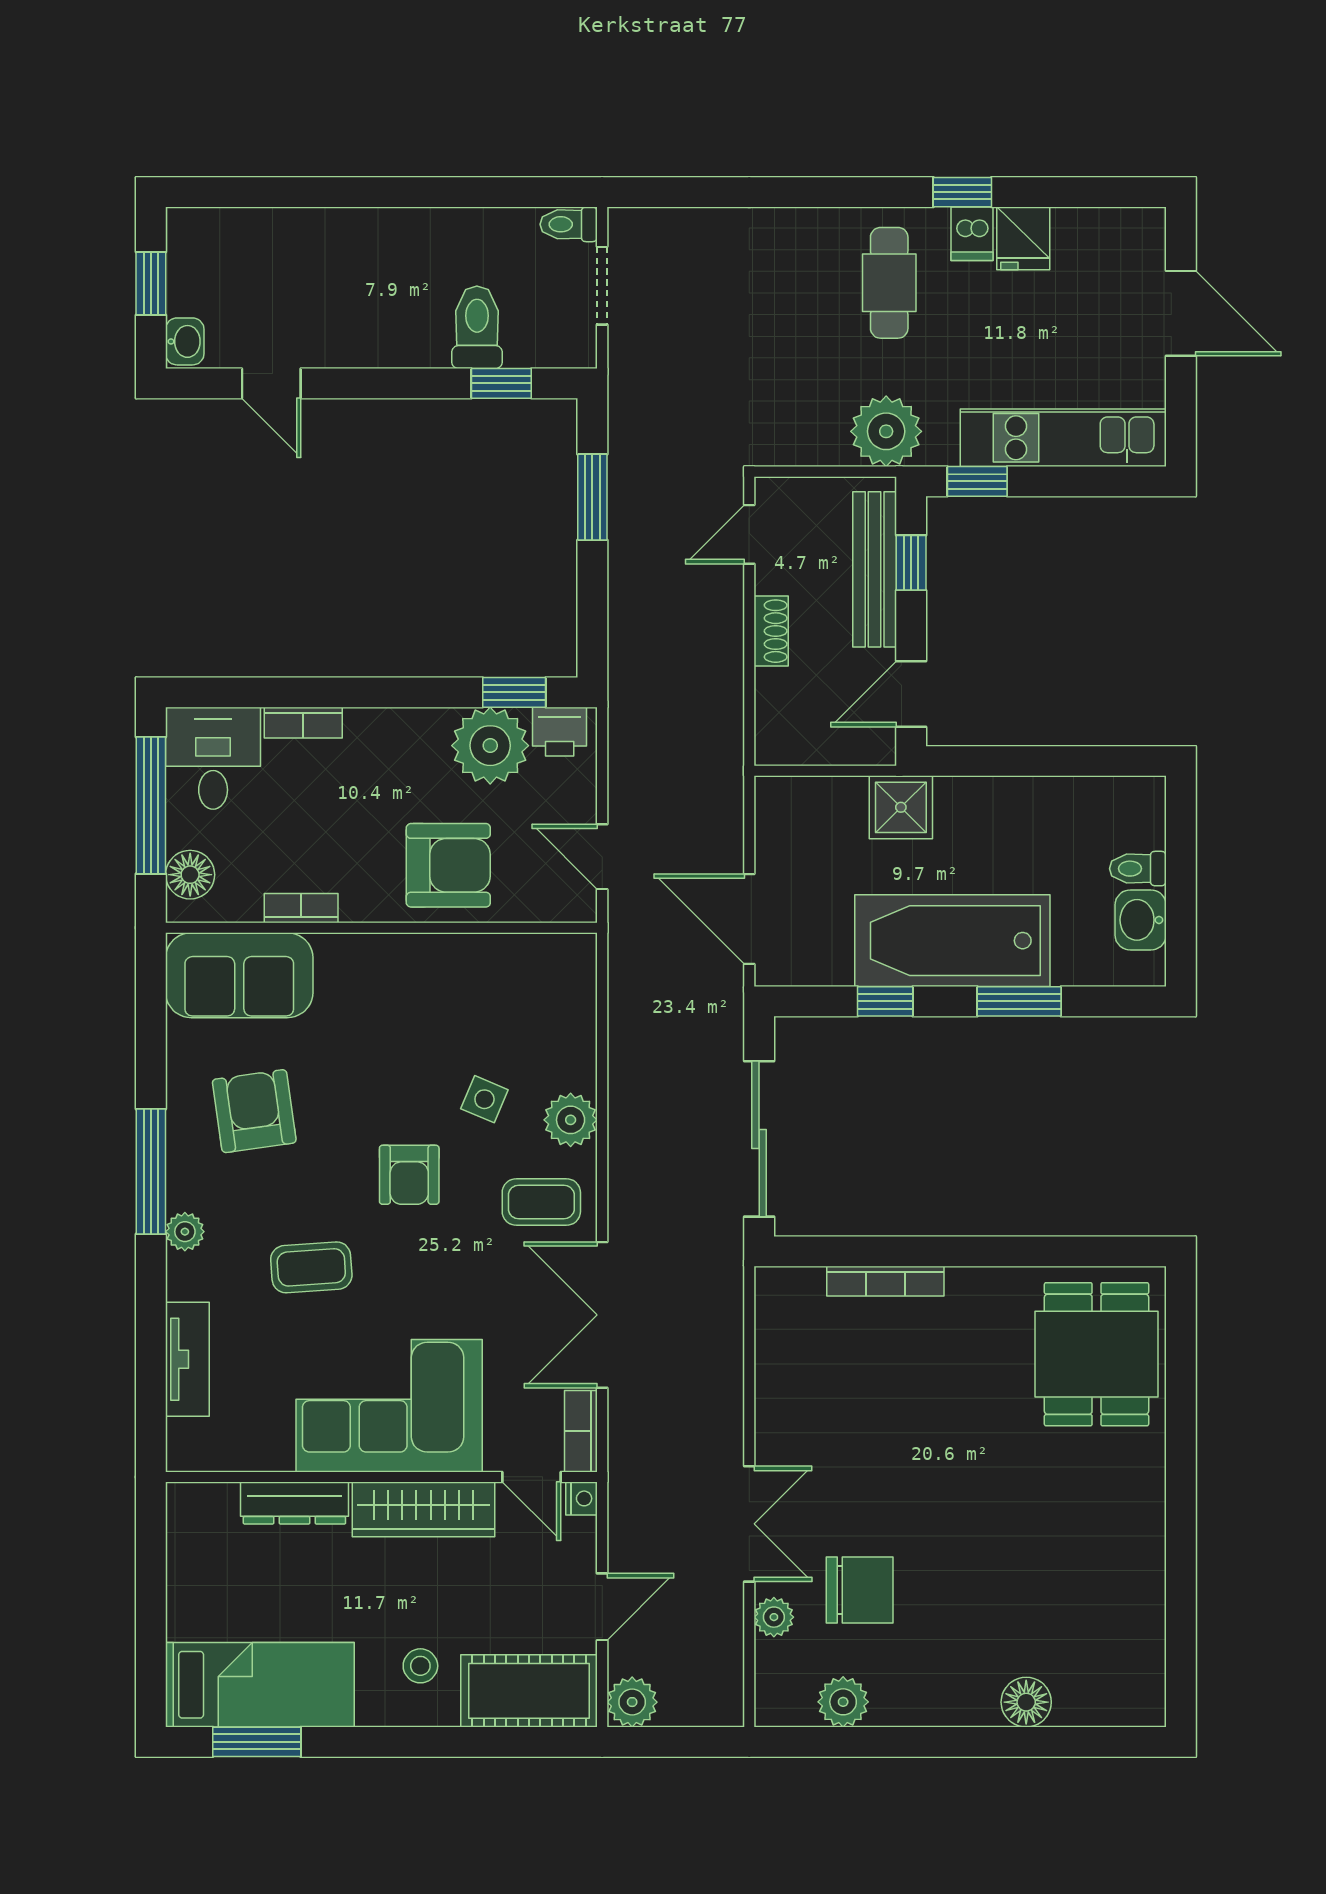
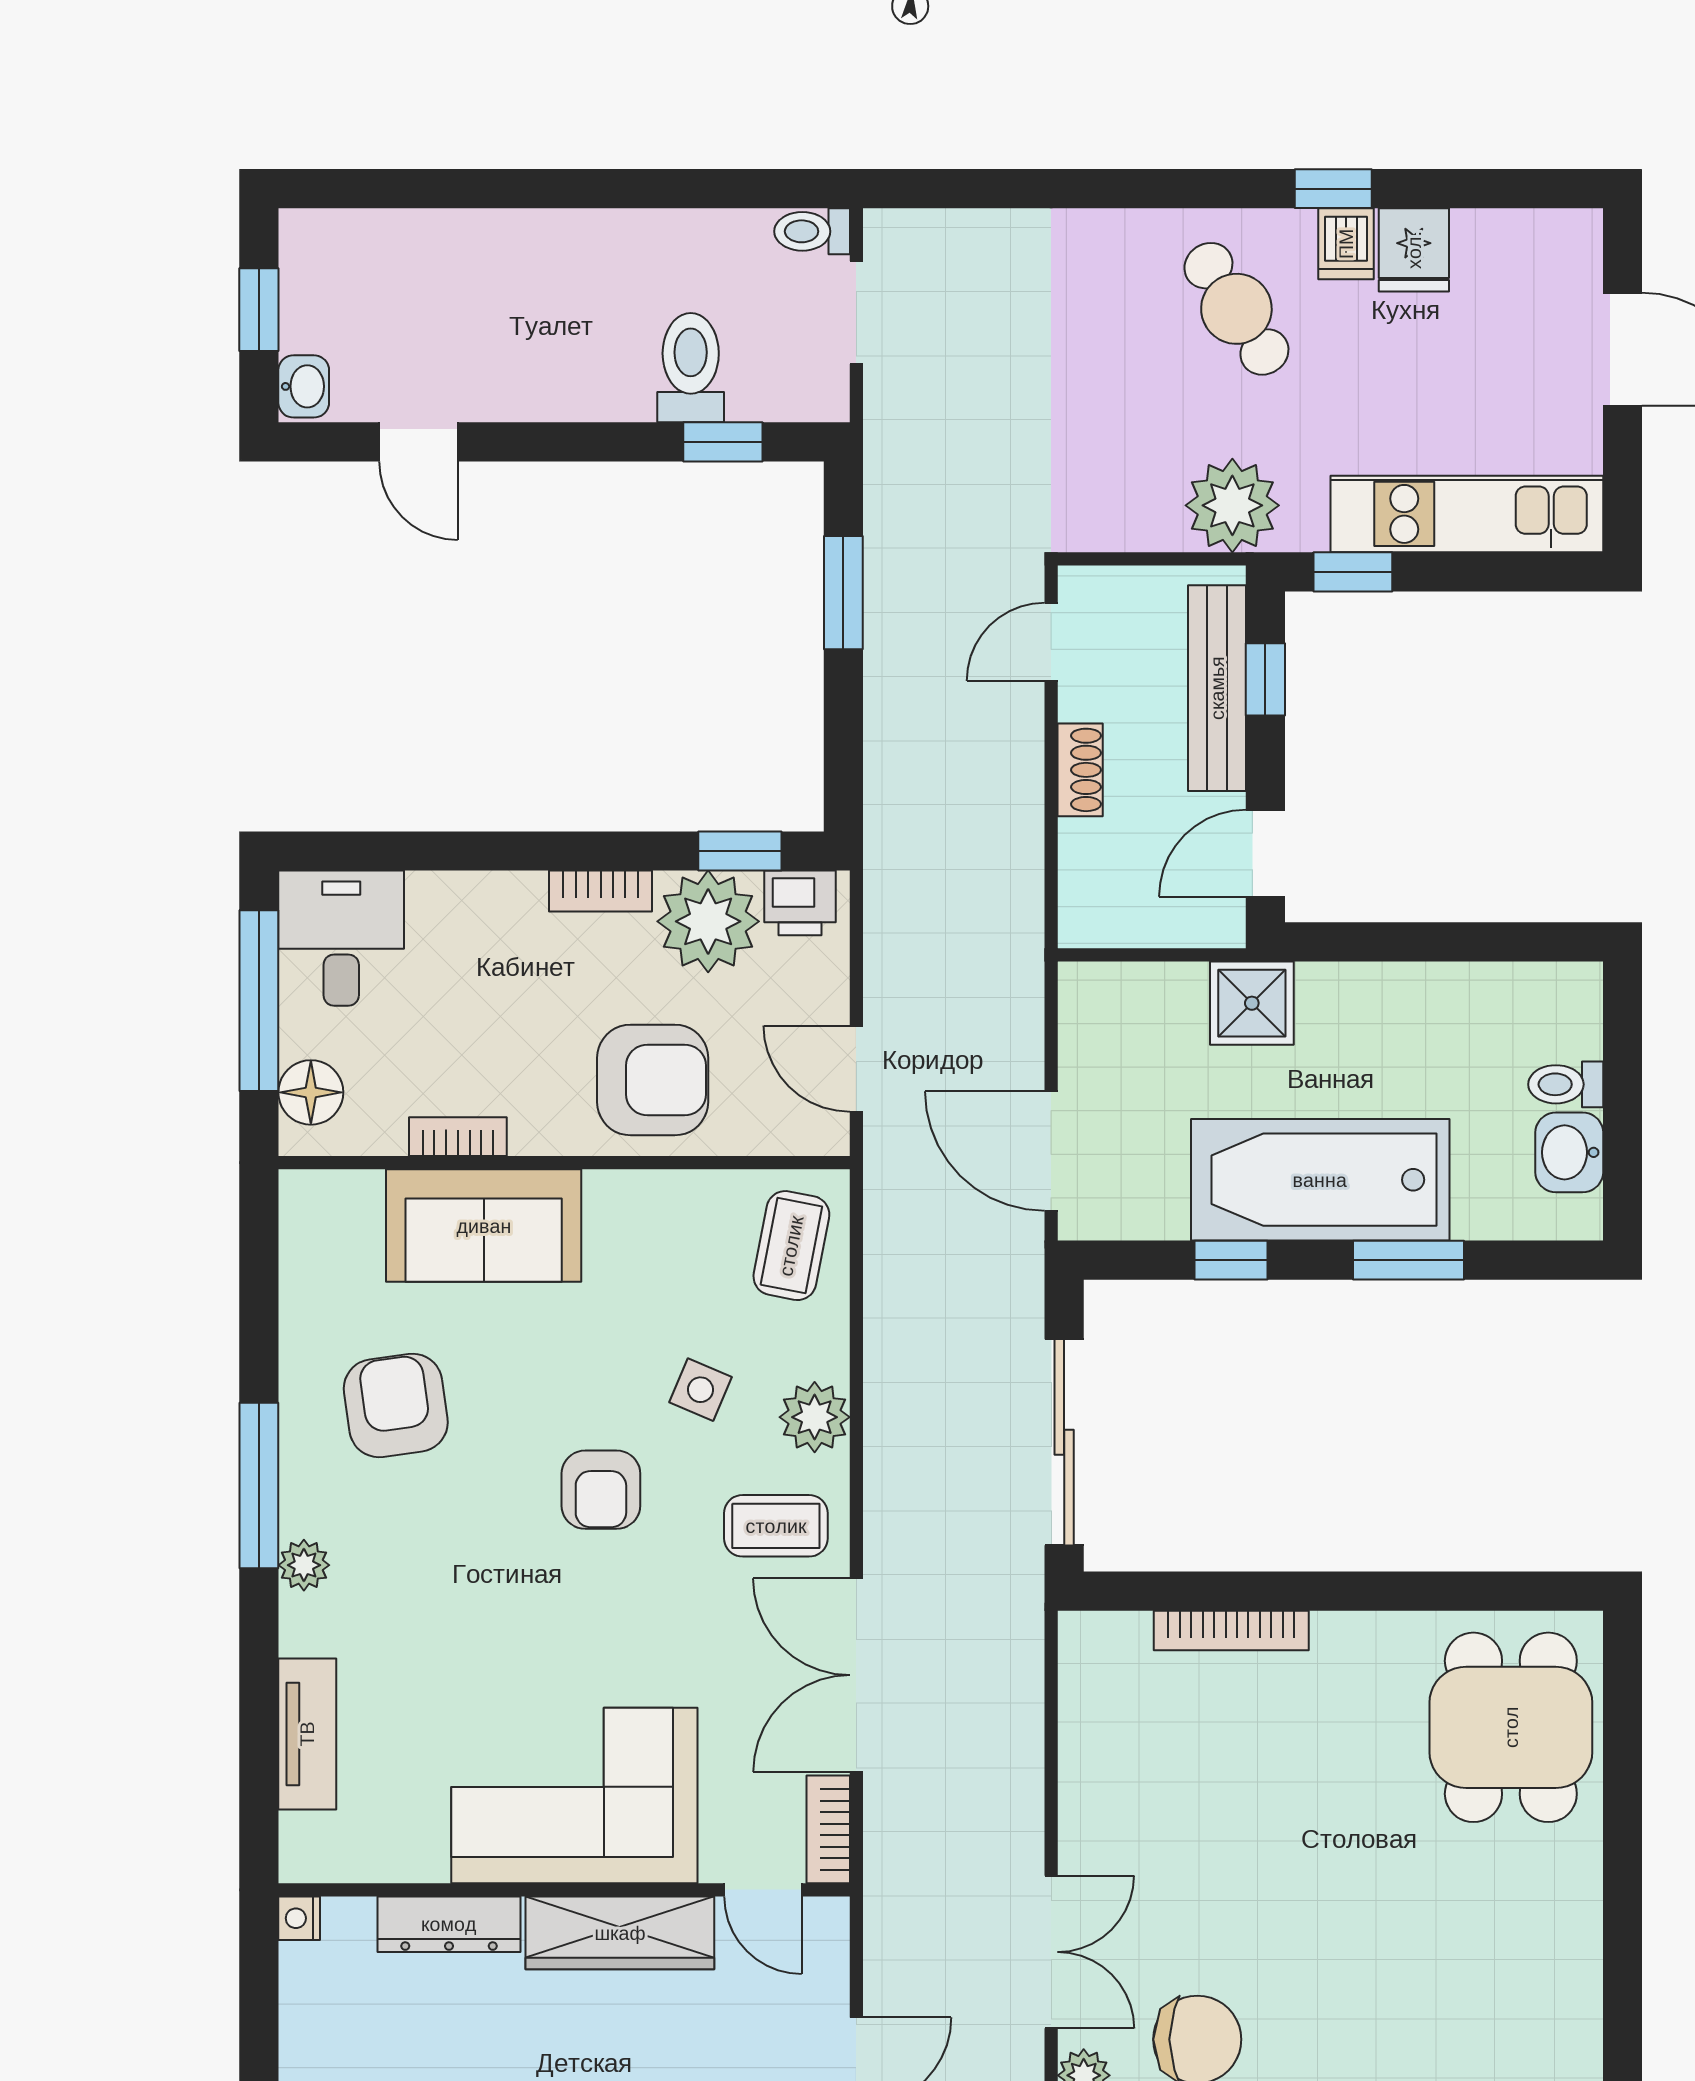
cafe table: (889, 283) -> (1236, 309), turned -33
bookcase: (303, 723) -> (601, 891), moved
sofa: (239, 975) -> (484, 1226), moved
coffee table: (311, 1267) -> (791, 1246), moved, turned -75
nightstand: (582, 1498) -> (299, 1918), moved, turned 180

